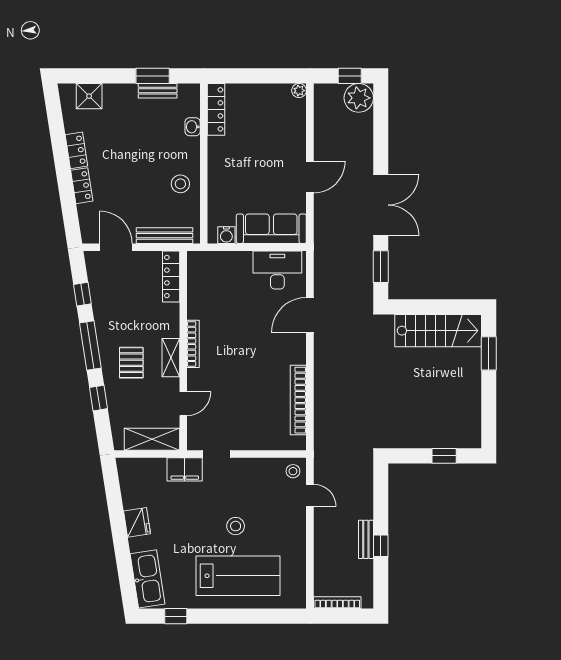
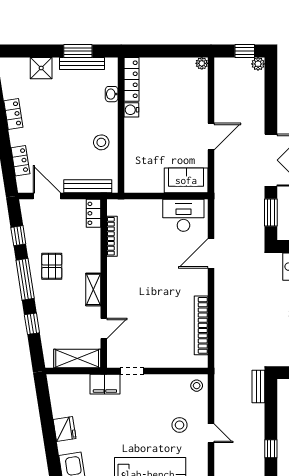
bench: (158, 91) -> (82, 64), width x1.36
shower: (89, 96) -> (41, 68), moved
plant: (359, 98) -> (258, 64), width x0.53, depth x0.53
locker: (82, 186) -> (20, 161), moved
sofa: (271, 229) -> (186, 180), width x0.73
water cooler: (226, 235) -> (131, 110), moved, turned 90
locker: (171, 276) -> (93, 213), width x0.66
bookcase: (193, 344) -> (112, 236), moved
pallet: (131, 363) -> (52, 266), moved
door: (310, 495) -> (211, 433), moved
stool: (236, 526) -> (180, 425), moved
bench: (366, 539) -> (258, 387), moved

